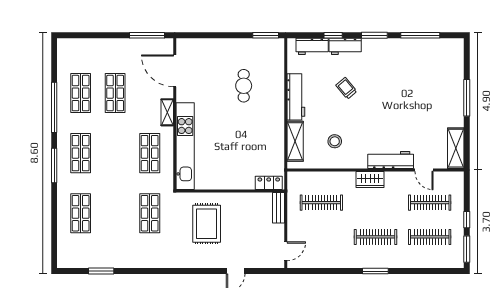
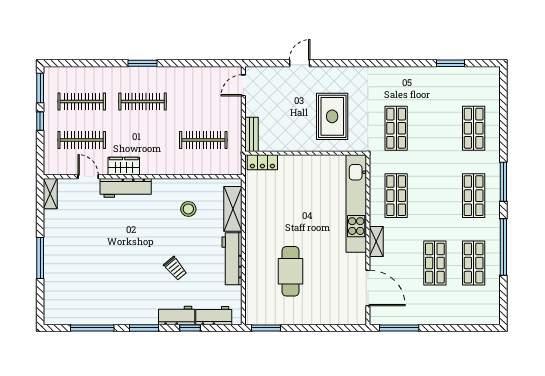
cafe table: (244, 86) -> (291, 271), width x1.37, depth x1.35
shelving: (456, 148) -> (50, 194), width x0.67, depth x0.75
wardrobe: (370, 179) -> (124, 166), moved

